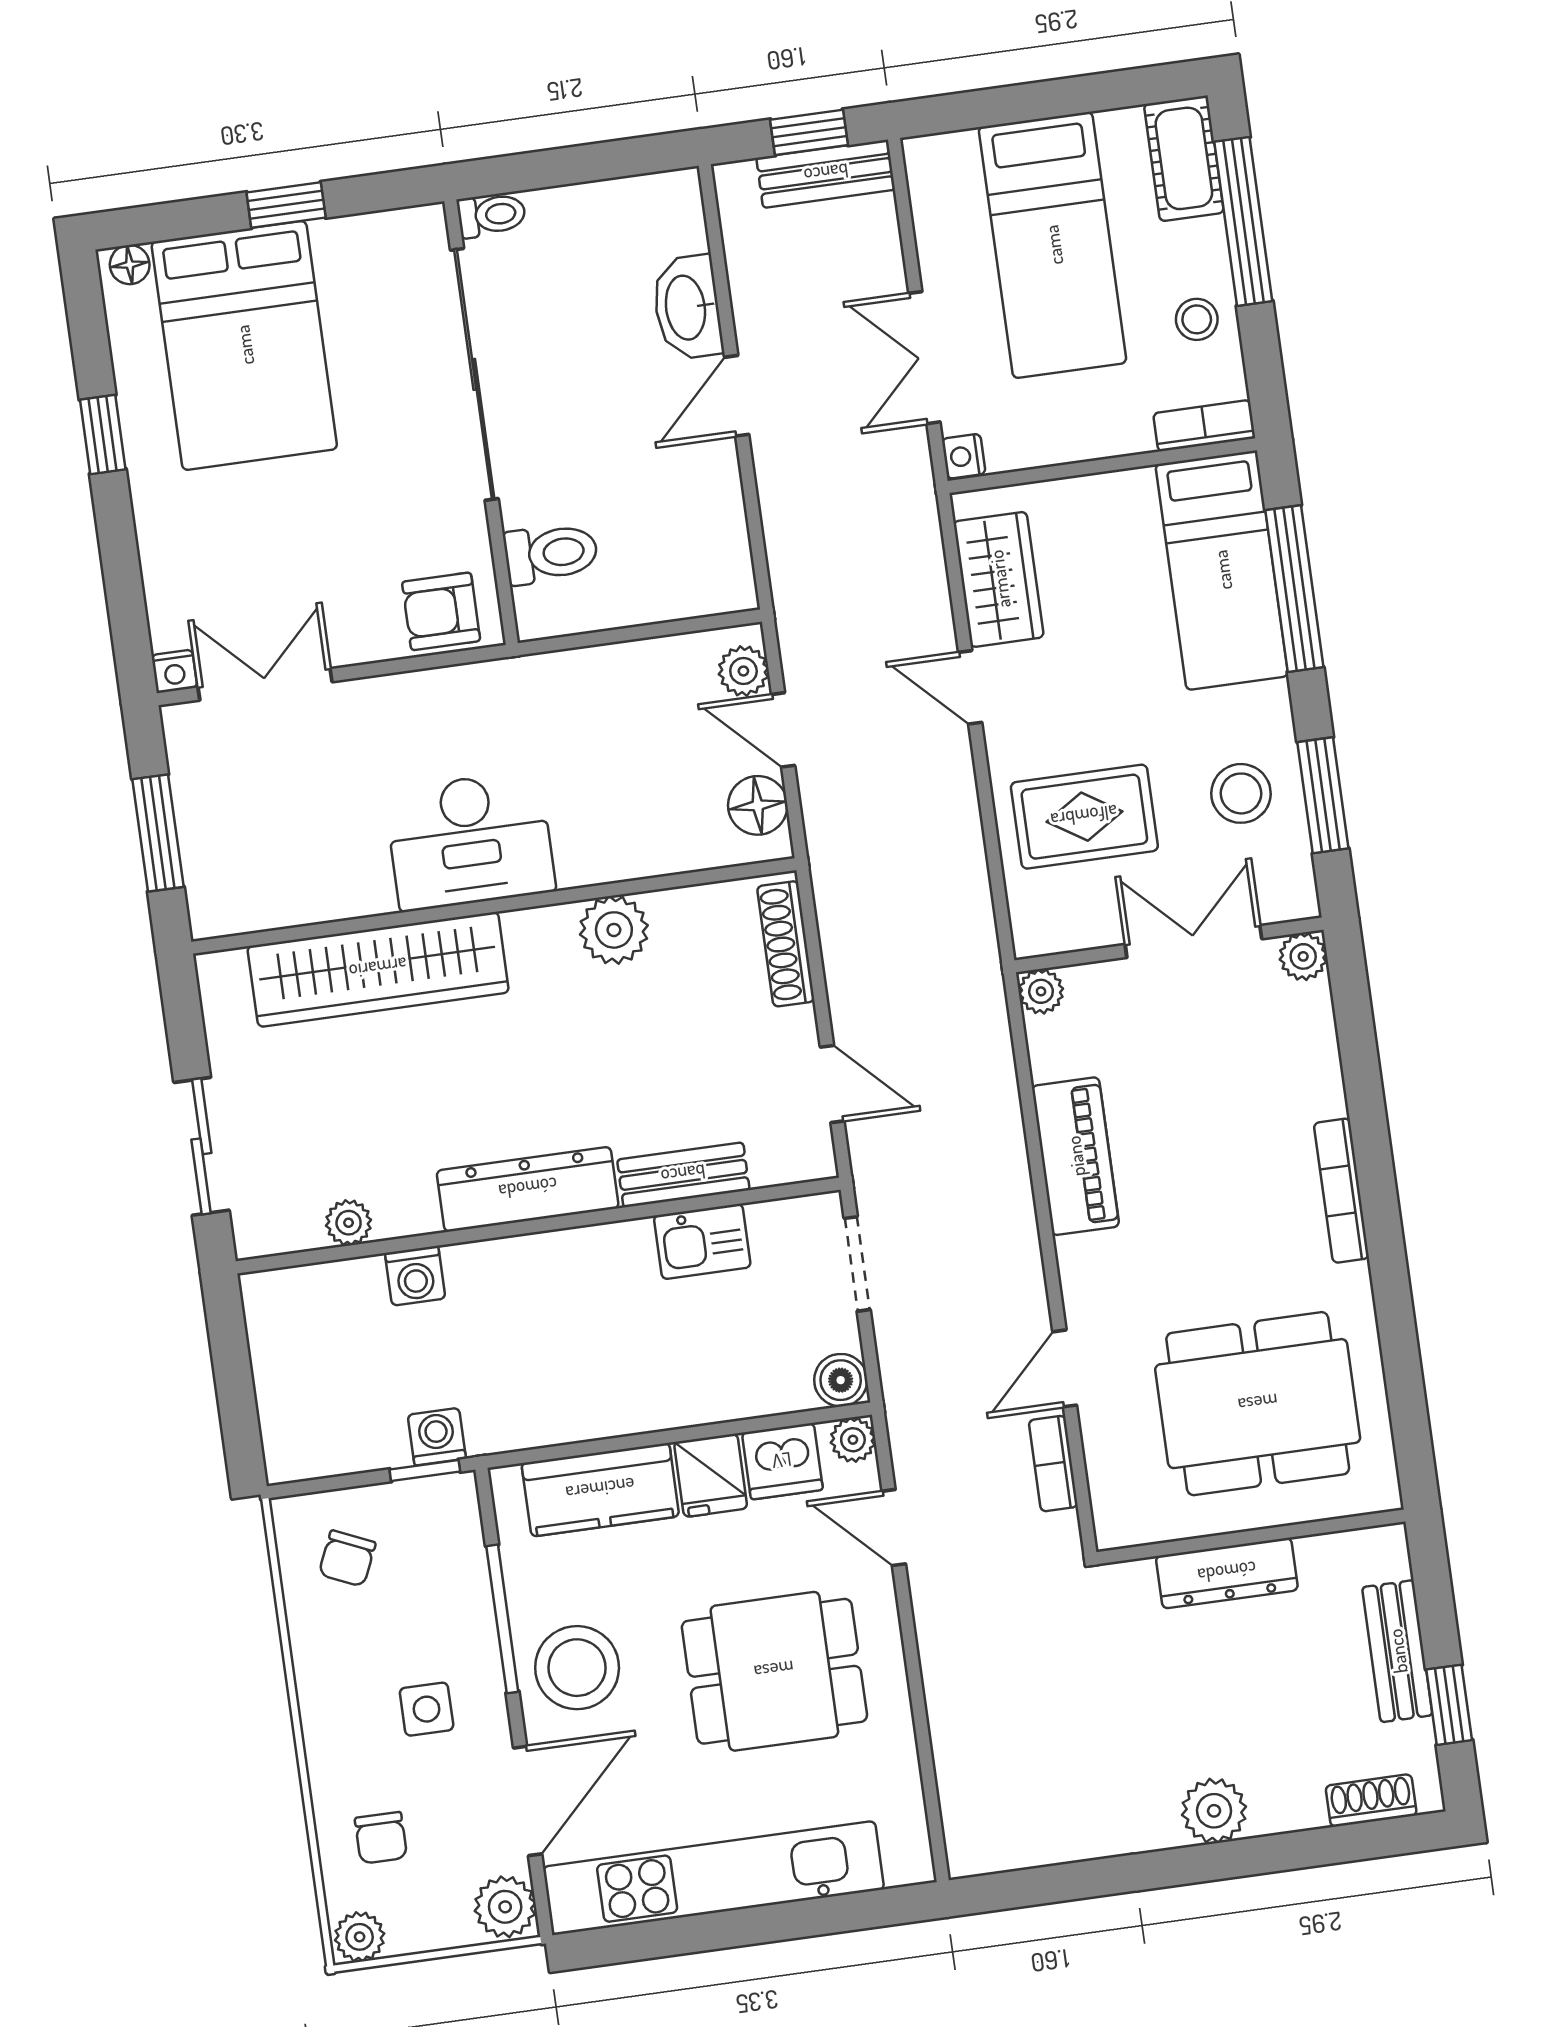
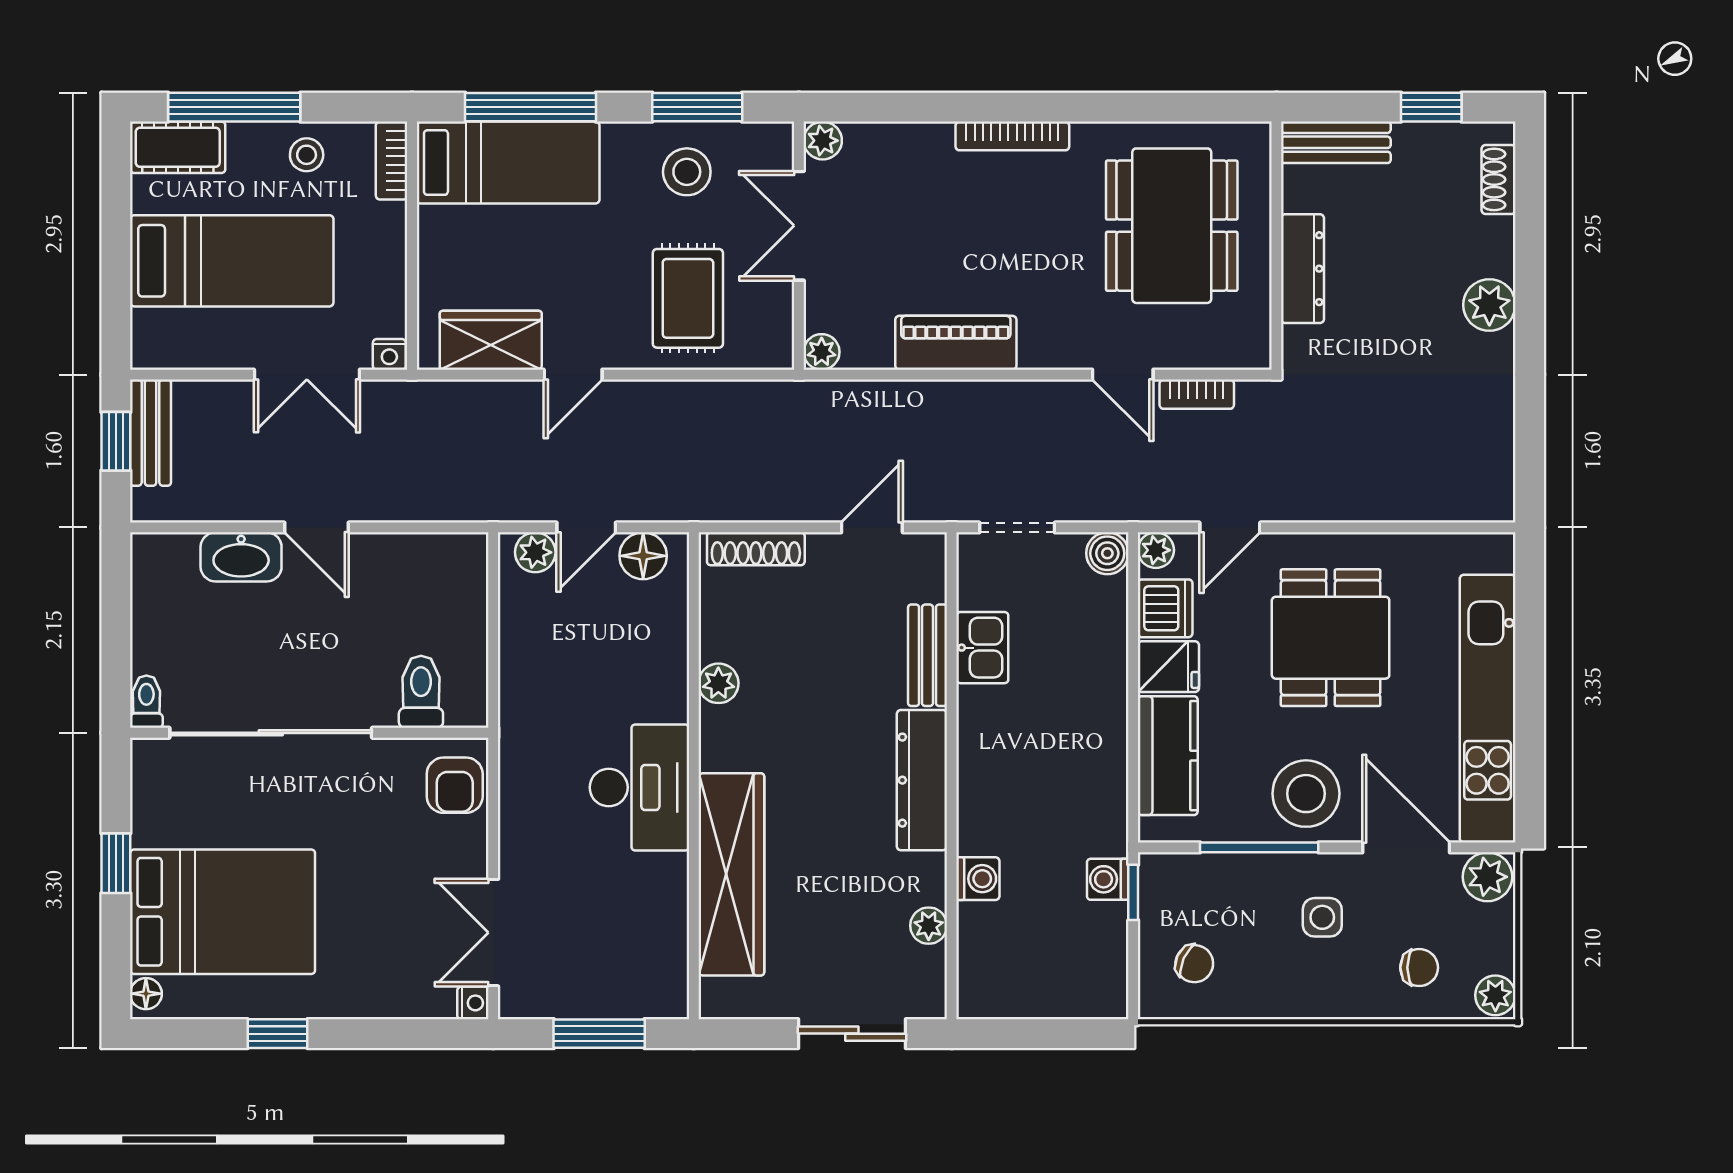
plant: (614, 930) -> (718, 683), width x0.73, depth x0.73
bench: (1397, 1651) -> (1336, 142), moved

